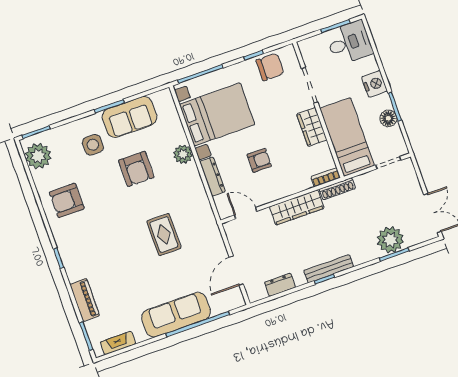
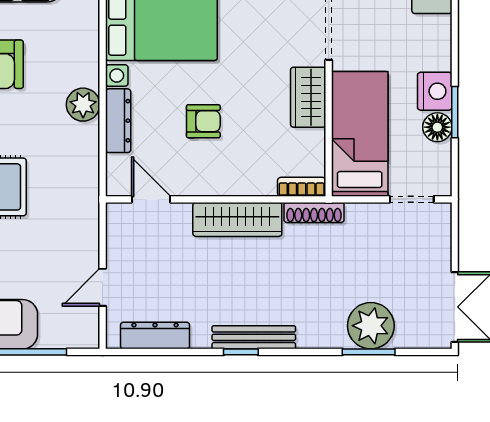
nightstand: (374, 84) -> (435, 91), moved
plant: (183, 154) -> (83, 105), moved
door: (236, 271) -> (103, 287), width x0.73
dresser: (280, 285) -> (155, 336), width x1.44

